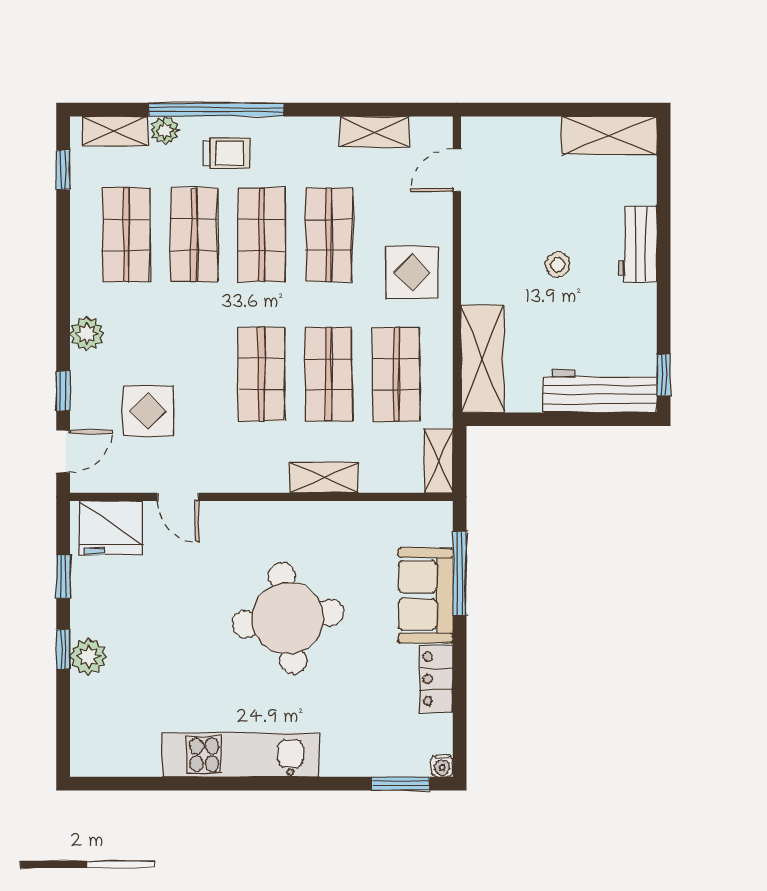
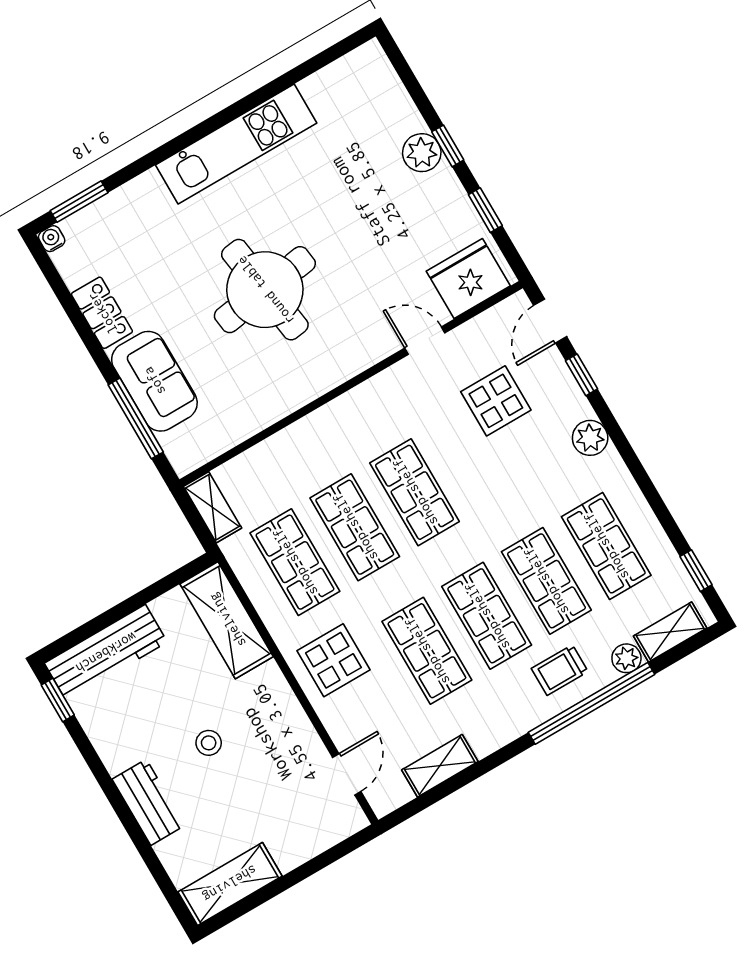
shelving: (324, 477) -> (305, 433), removed

